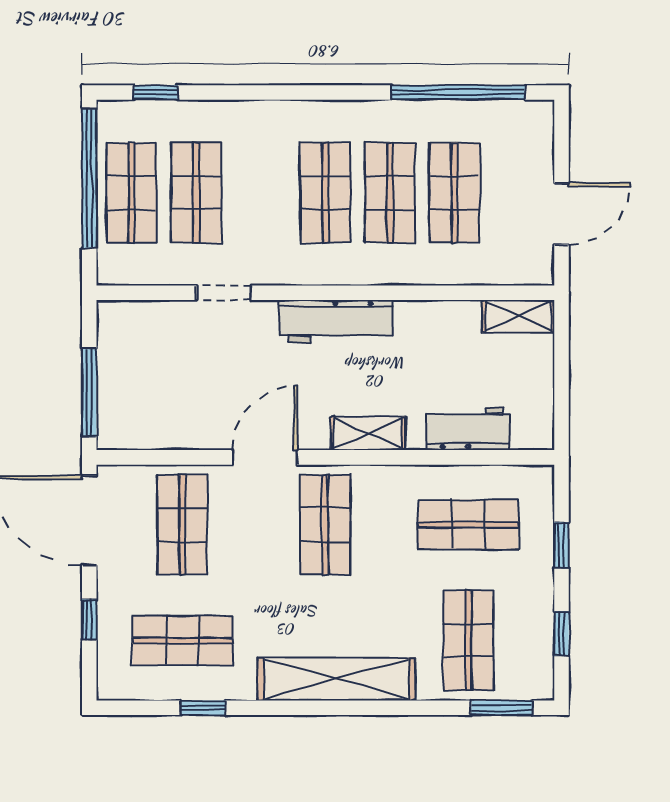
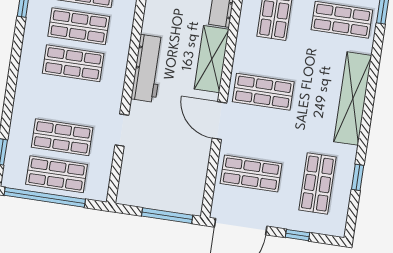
shelving: (368, 434) -> (212, 59), width x1.50, depth x1.33

